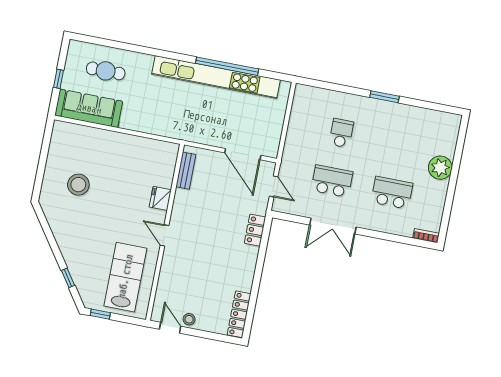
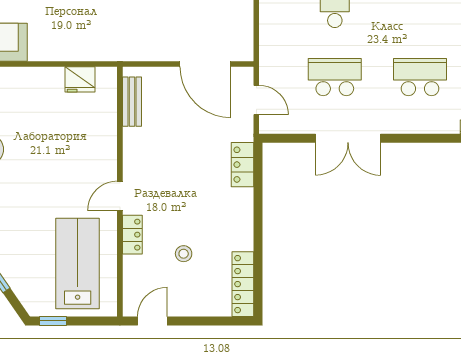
fridge: (160, 198) -> (80, 79), moved, turned -90
door: (164, 235) -> (120, 196), hinge flipped
locker: (168, 264) -> (132, 235), added
stool: (189, 319) -> (184, 254), moved
door: (170, 328) -> (152, 321), hinge flipped

